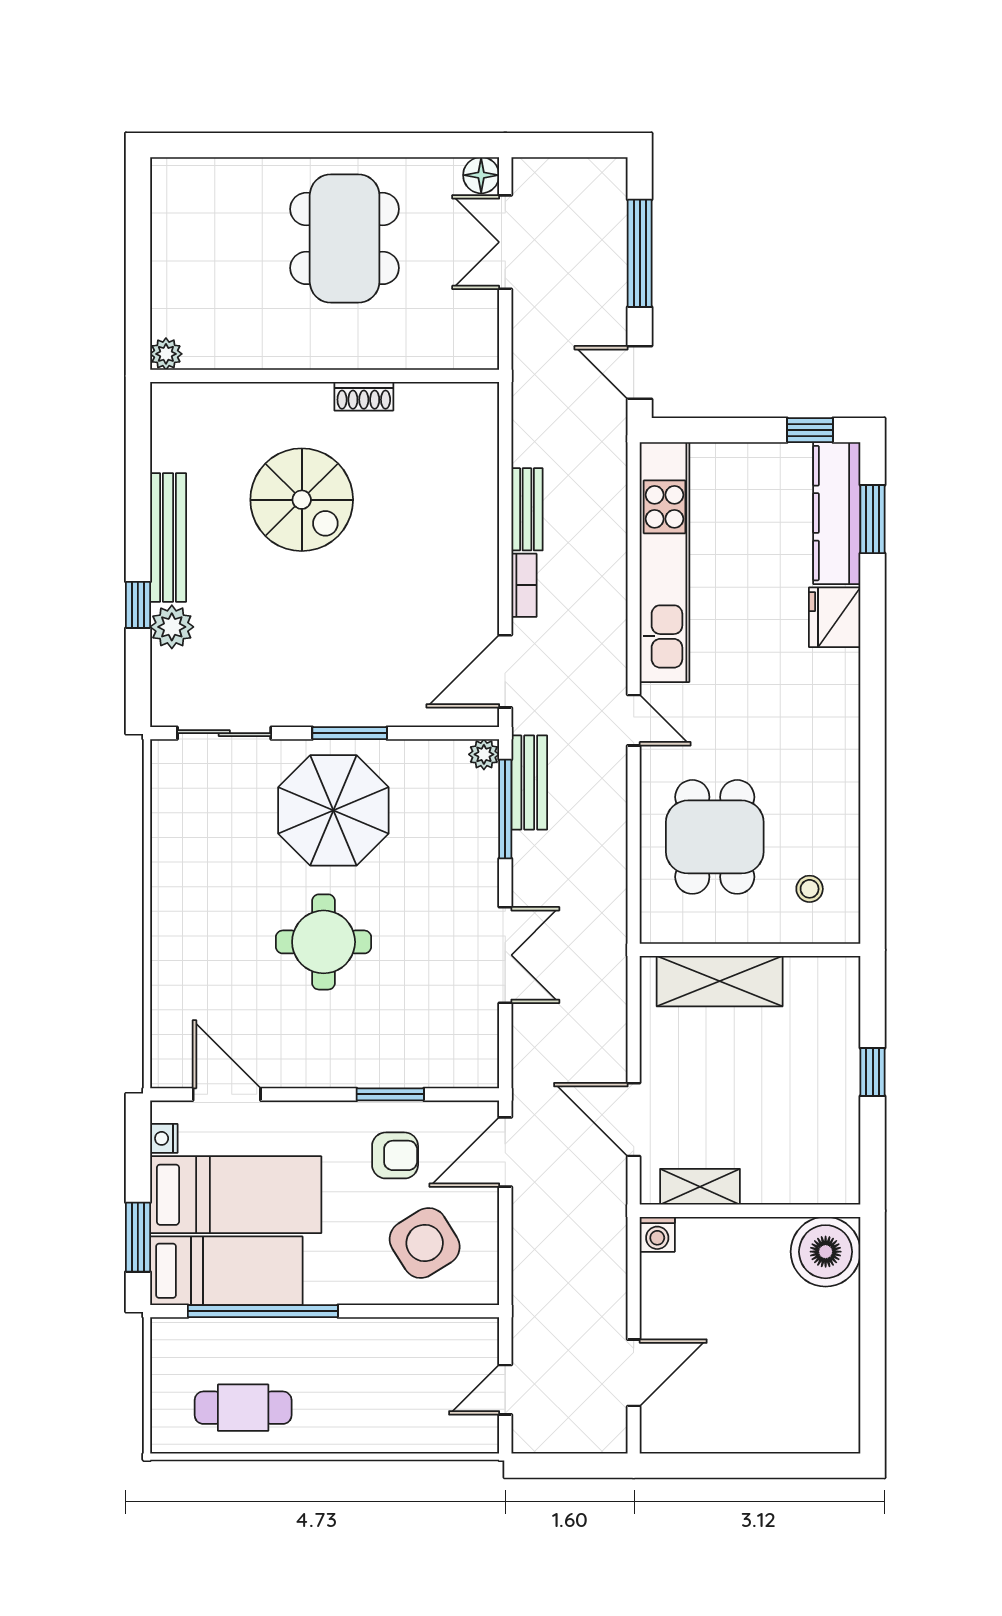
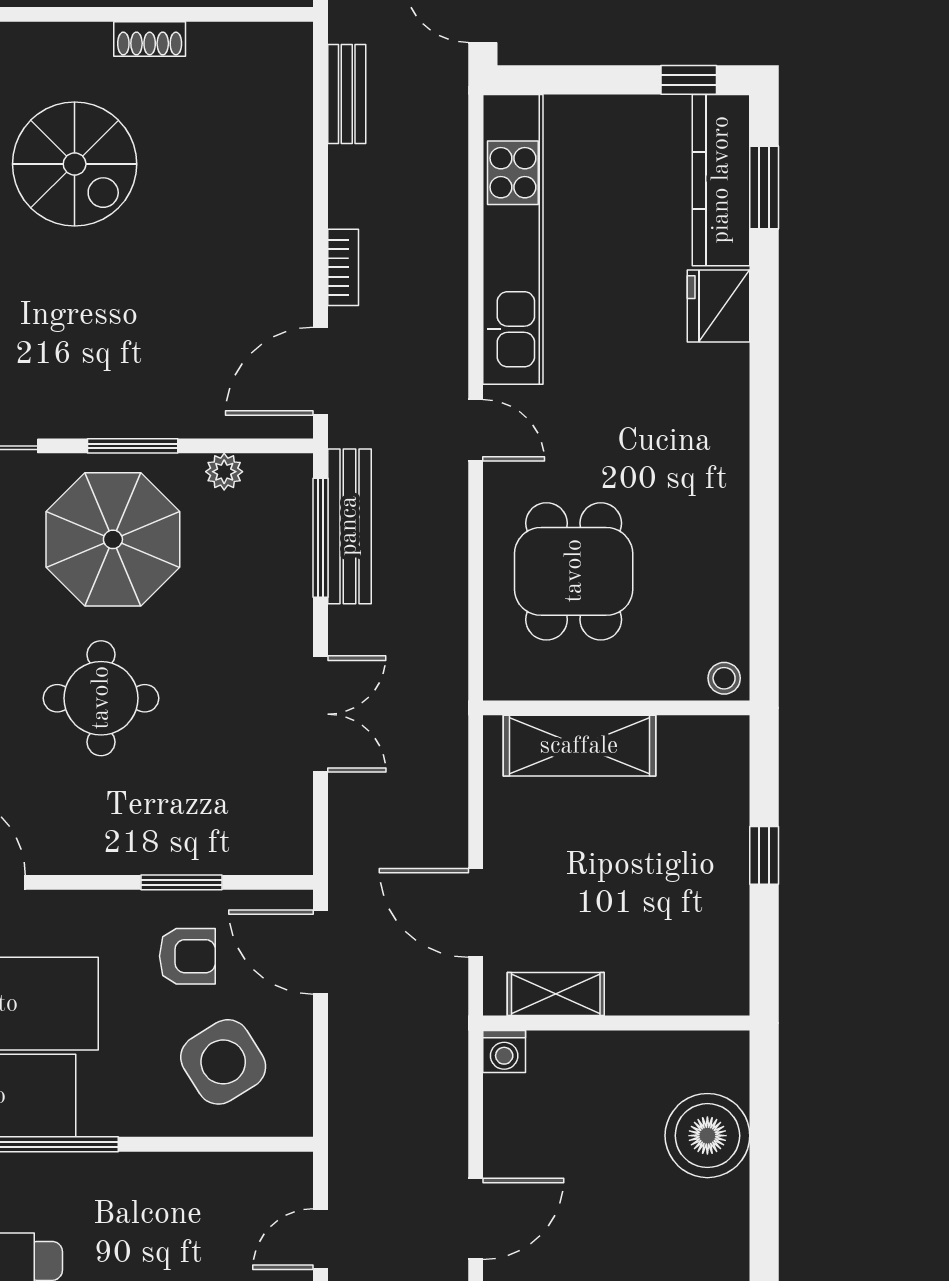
bench: (527, 509) -> (347, 94), moved
plant: (484, 754) -> (224, 472), moved
bench: (529, 783) -> (349, 526), width x1.36
stool: (810, 889) -> (724, 678), moved
door: (505, 1152) -> (320, 952), hinge flipped
boiler: (826, 1252) -> (707, 1136), moved

